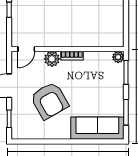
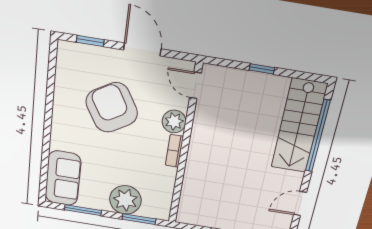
plant: (118, 57) -> (125, 200), moved, width x1.88, depth x1.88
armchair: (49, 101) -> (112, 108), turned 89
sofa: (97, 128) -> (63, 178), width x0.73

